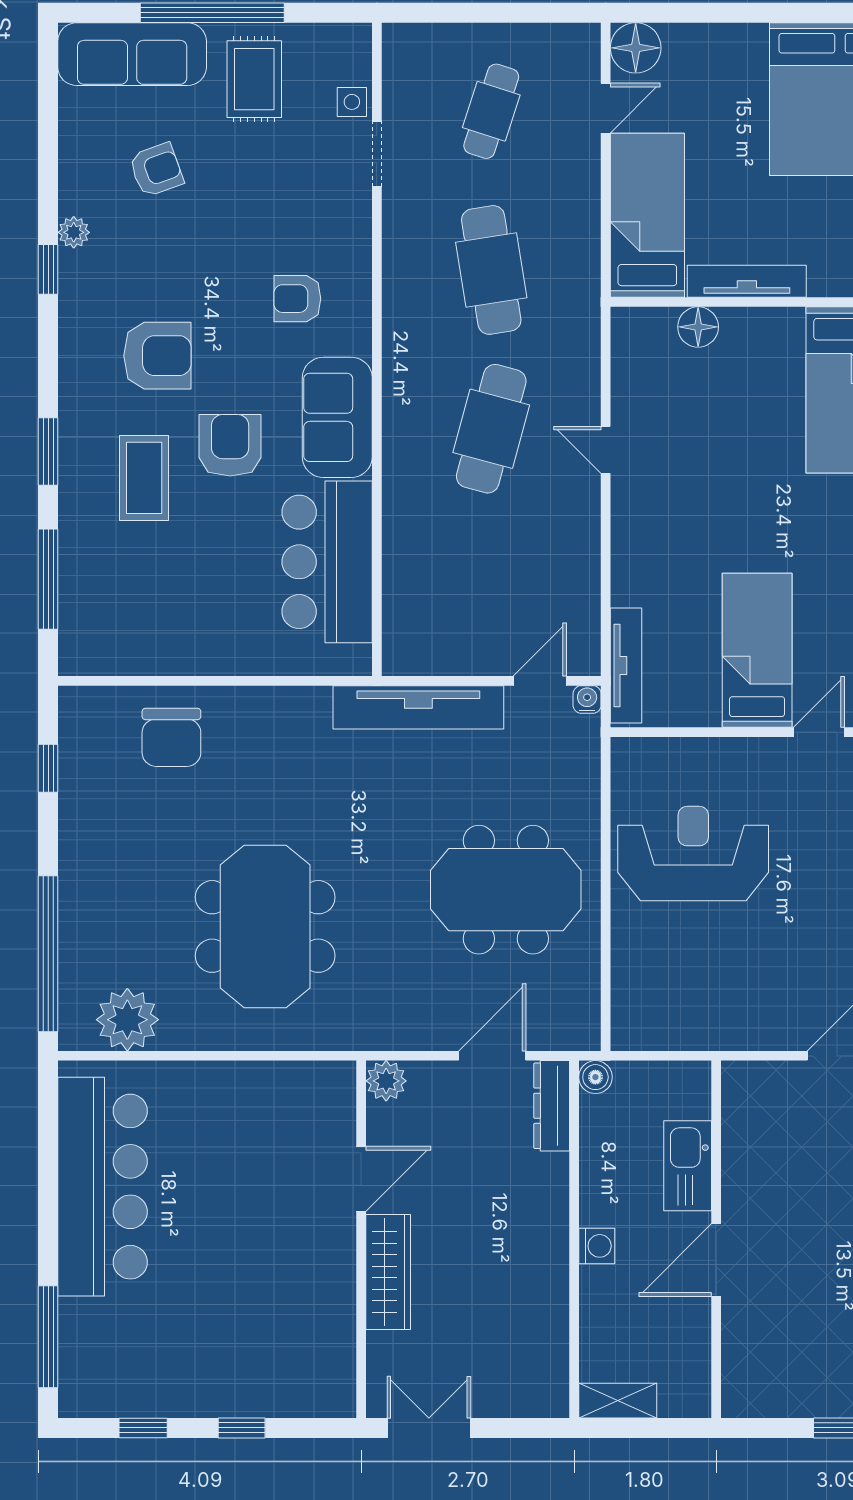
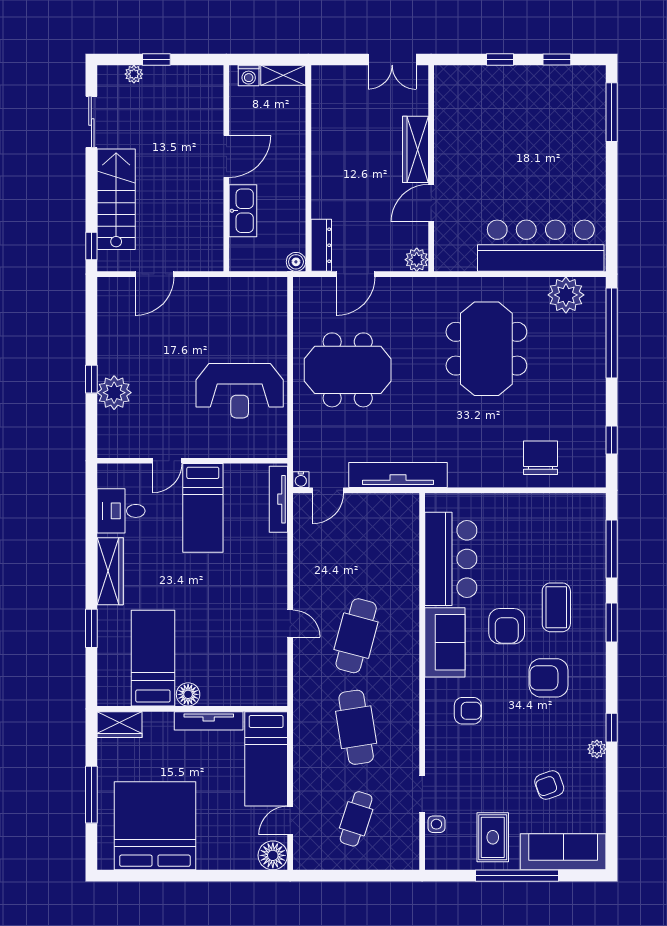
floor lamp: (698, 327) -> (188, 694), moved
bar counter: (103, 1187) -> (541, 246), moved, turned 90
washing machine: (597, 1246) -> (249, 76), moved, turned -90

